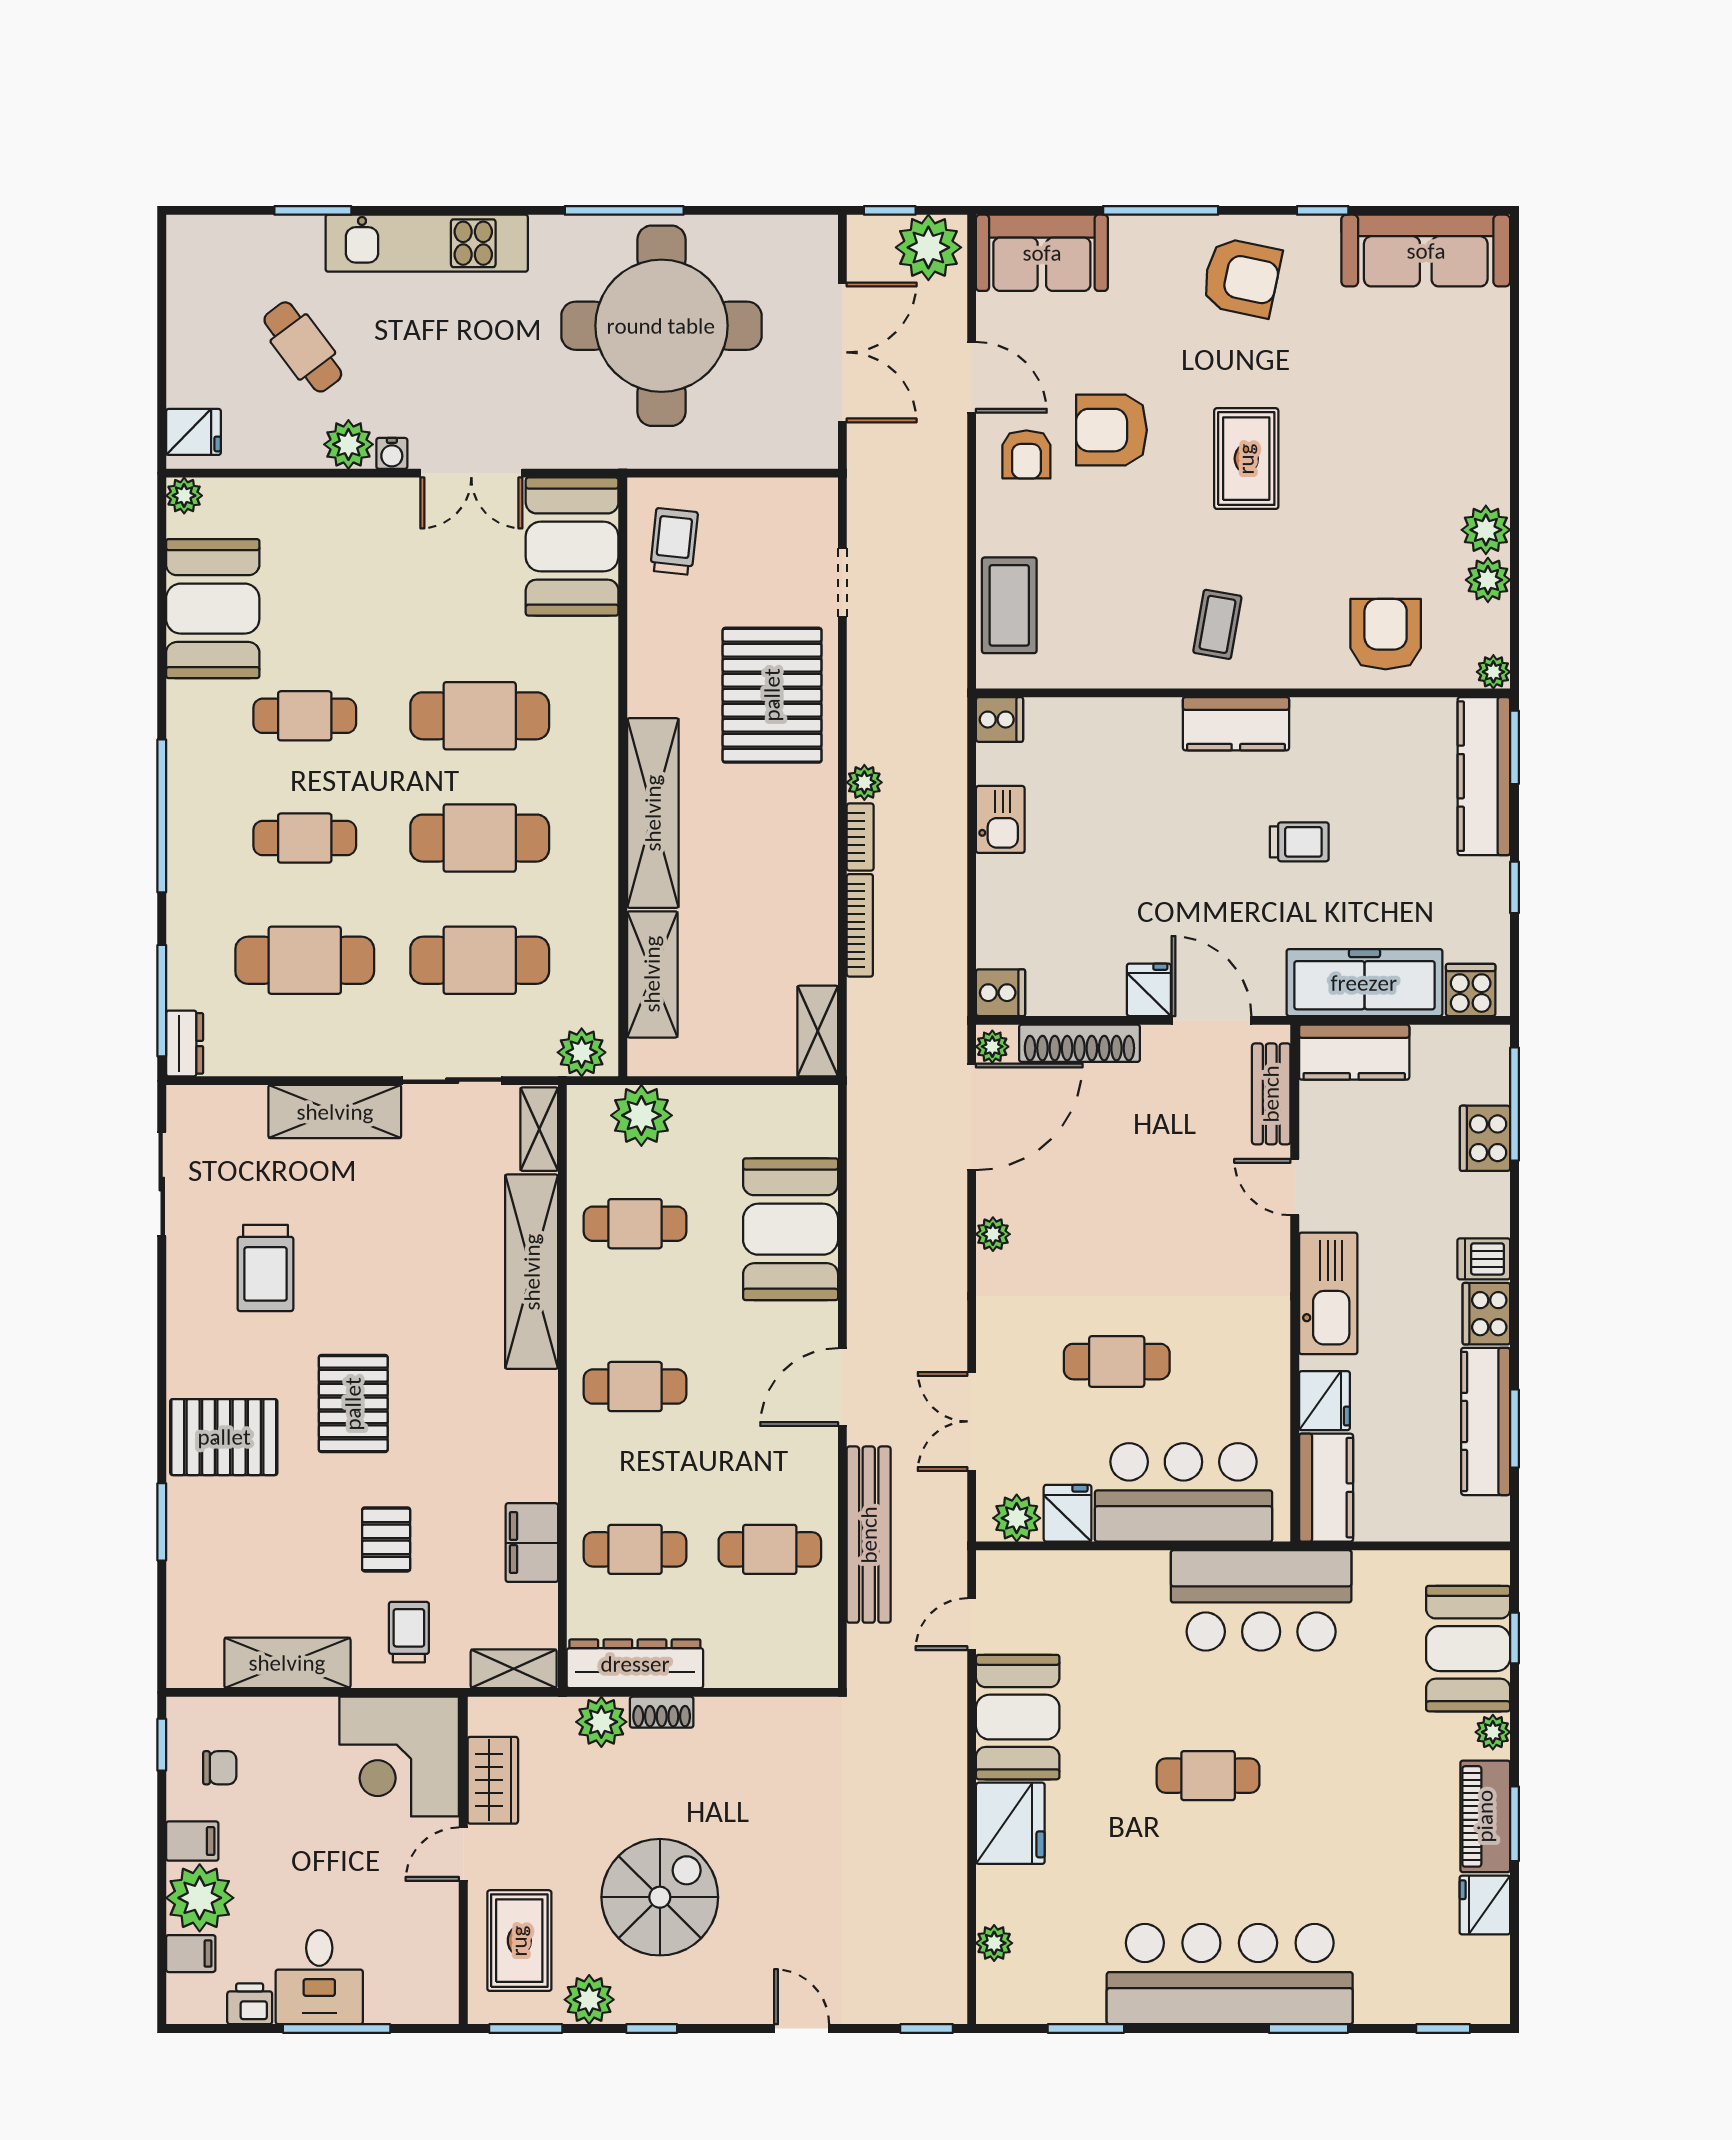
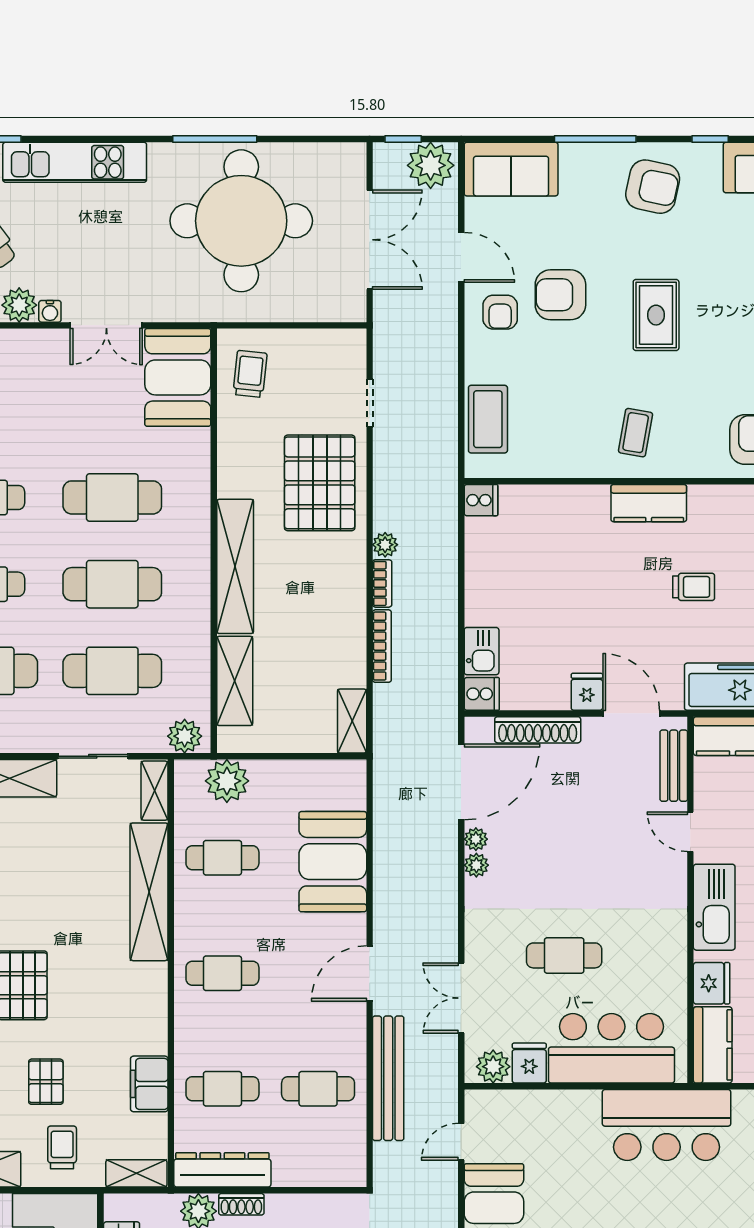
kitchen sink: (1000, 819) -> (482, 651), moved
plant: (992, 1047) -> (476, 839), moved

